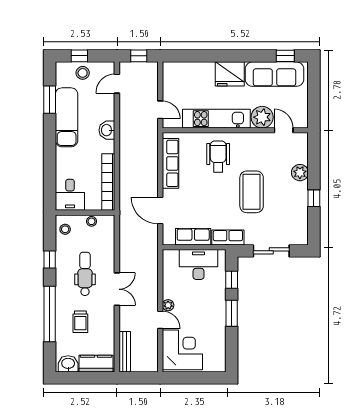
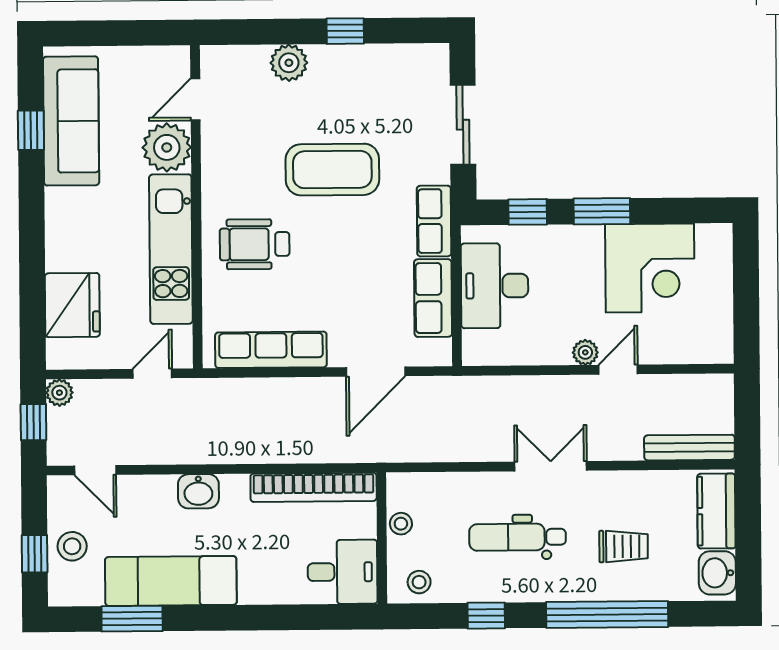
window: (285, 56) -> (31, 130), moved
plant: (152, 68) -> (59, 393), added
fridge: (230, 74) -> (72, 305), moved
corner desk: (182, 350) -> (650, 268), moved, turned 180

